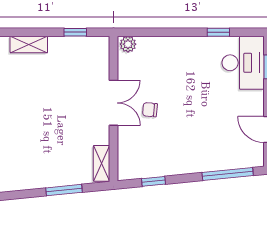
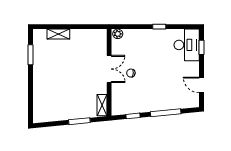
window: (75, 32) -> (86, 27), removed
window: (218, 32) -> (159, 27), moved
window: (228, 174) -> (166, 113), moved

